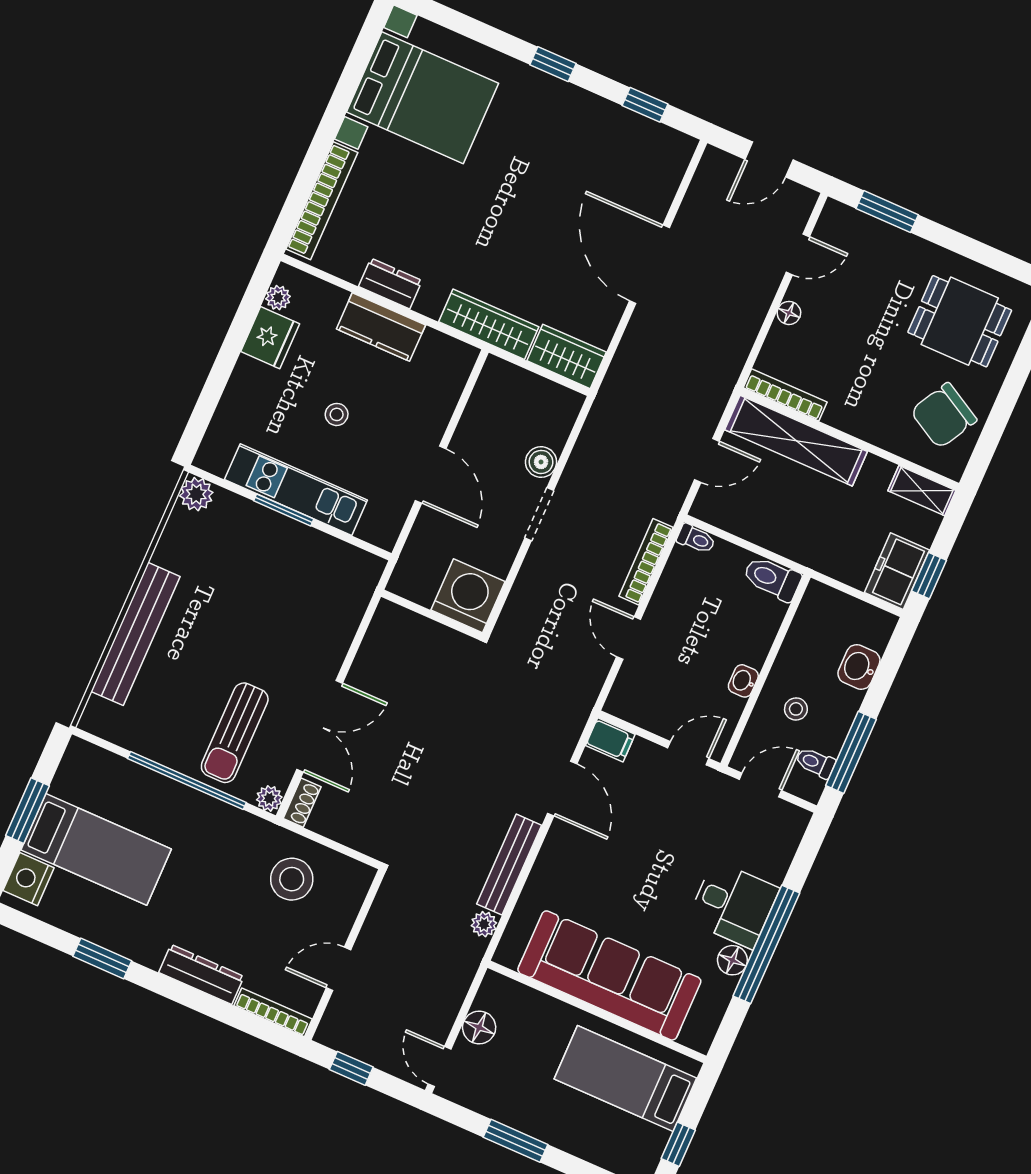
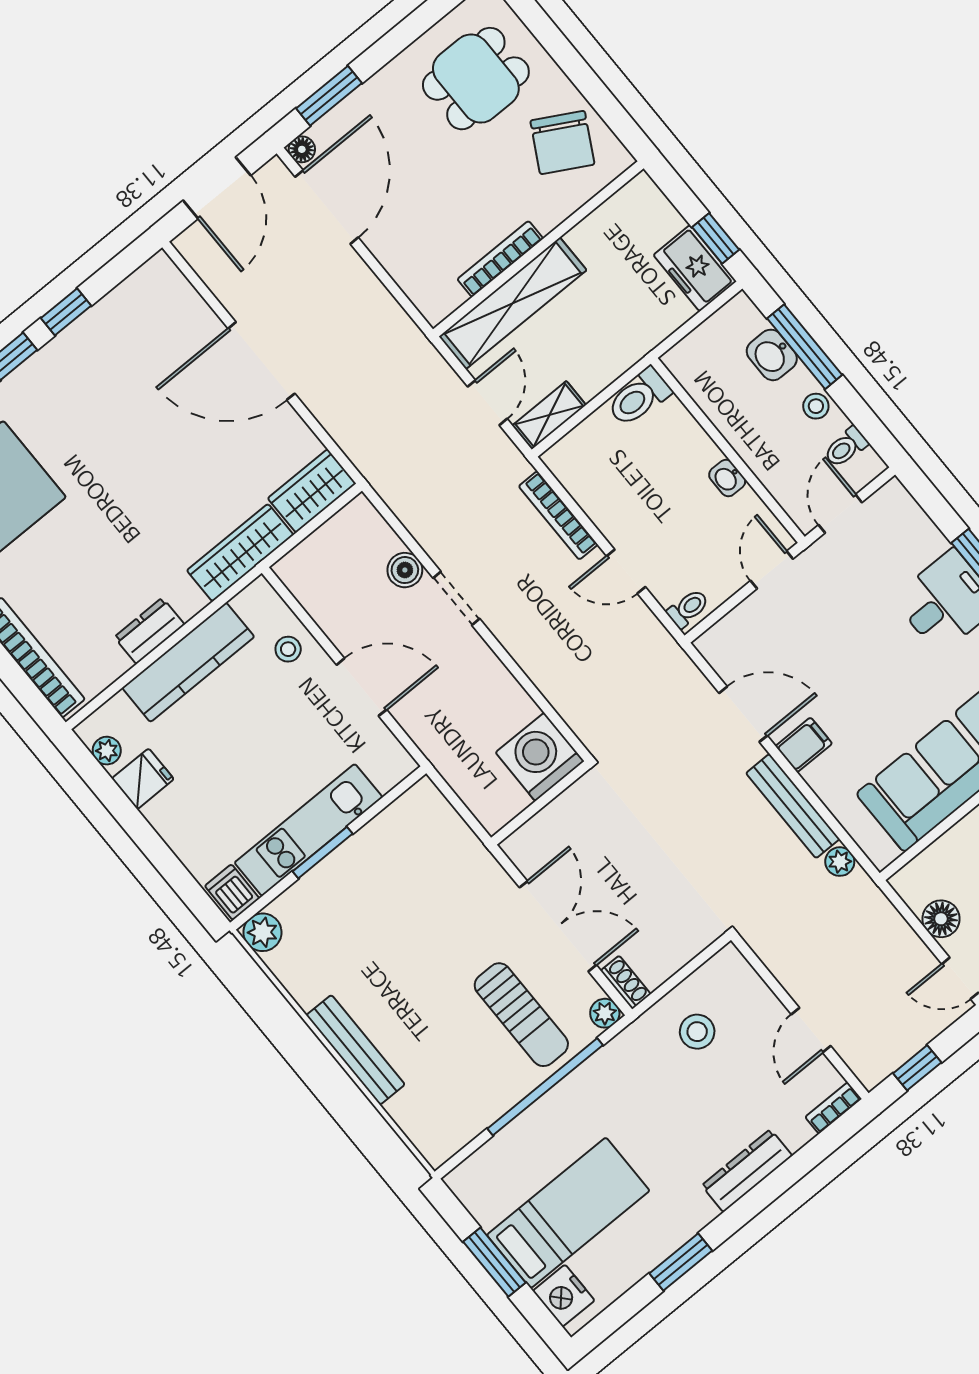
window: (645, 105) -> (66, 312), moved
door: (769, 159) -> (217, 188), width x1.38
door: (798, 254) -> (327, 207), width x1.88
floor lamp: (789, 313) -> (302, 149), moved
kitchen counter: (381, 327) -> (188, 662), width x1.50
fridge: (270, 338) -> (143, 779), width x0.72
bookcase: (785, 395) -> (500, 259), moved
stool: (337, 414) -> (288, 649), moved
dishwasher: (216, 454) -> (232, 892), added
shelving: (922, 491) -> (549, 415), moved
toilet: (696, 539) -> (688, 608), moved
washing machine: (468, 596) -> (540, 757), moved
wall: (432, 615) -> (541, 803), moved
bench: (135, 634) -> (356, 1050), width x0.73, depth x0.82
stool: (796, 709) -> (816, 406), moved
filing cabinet: (610, 740) -> (804, 745), moved
window: (851, 752) -> (805, 347), moved
stool: (292, 879) -> (697, 1032), width x0.73, depth x0.73
bookcase: (273, 1012) -> (833, 1108), width x0.64

